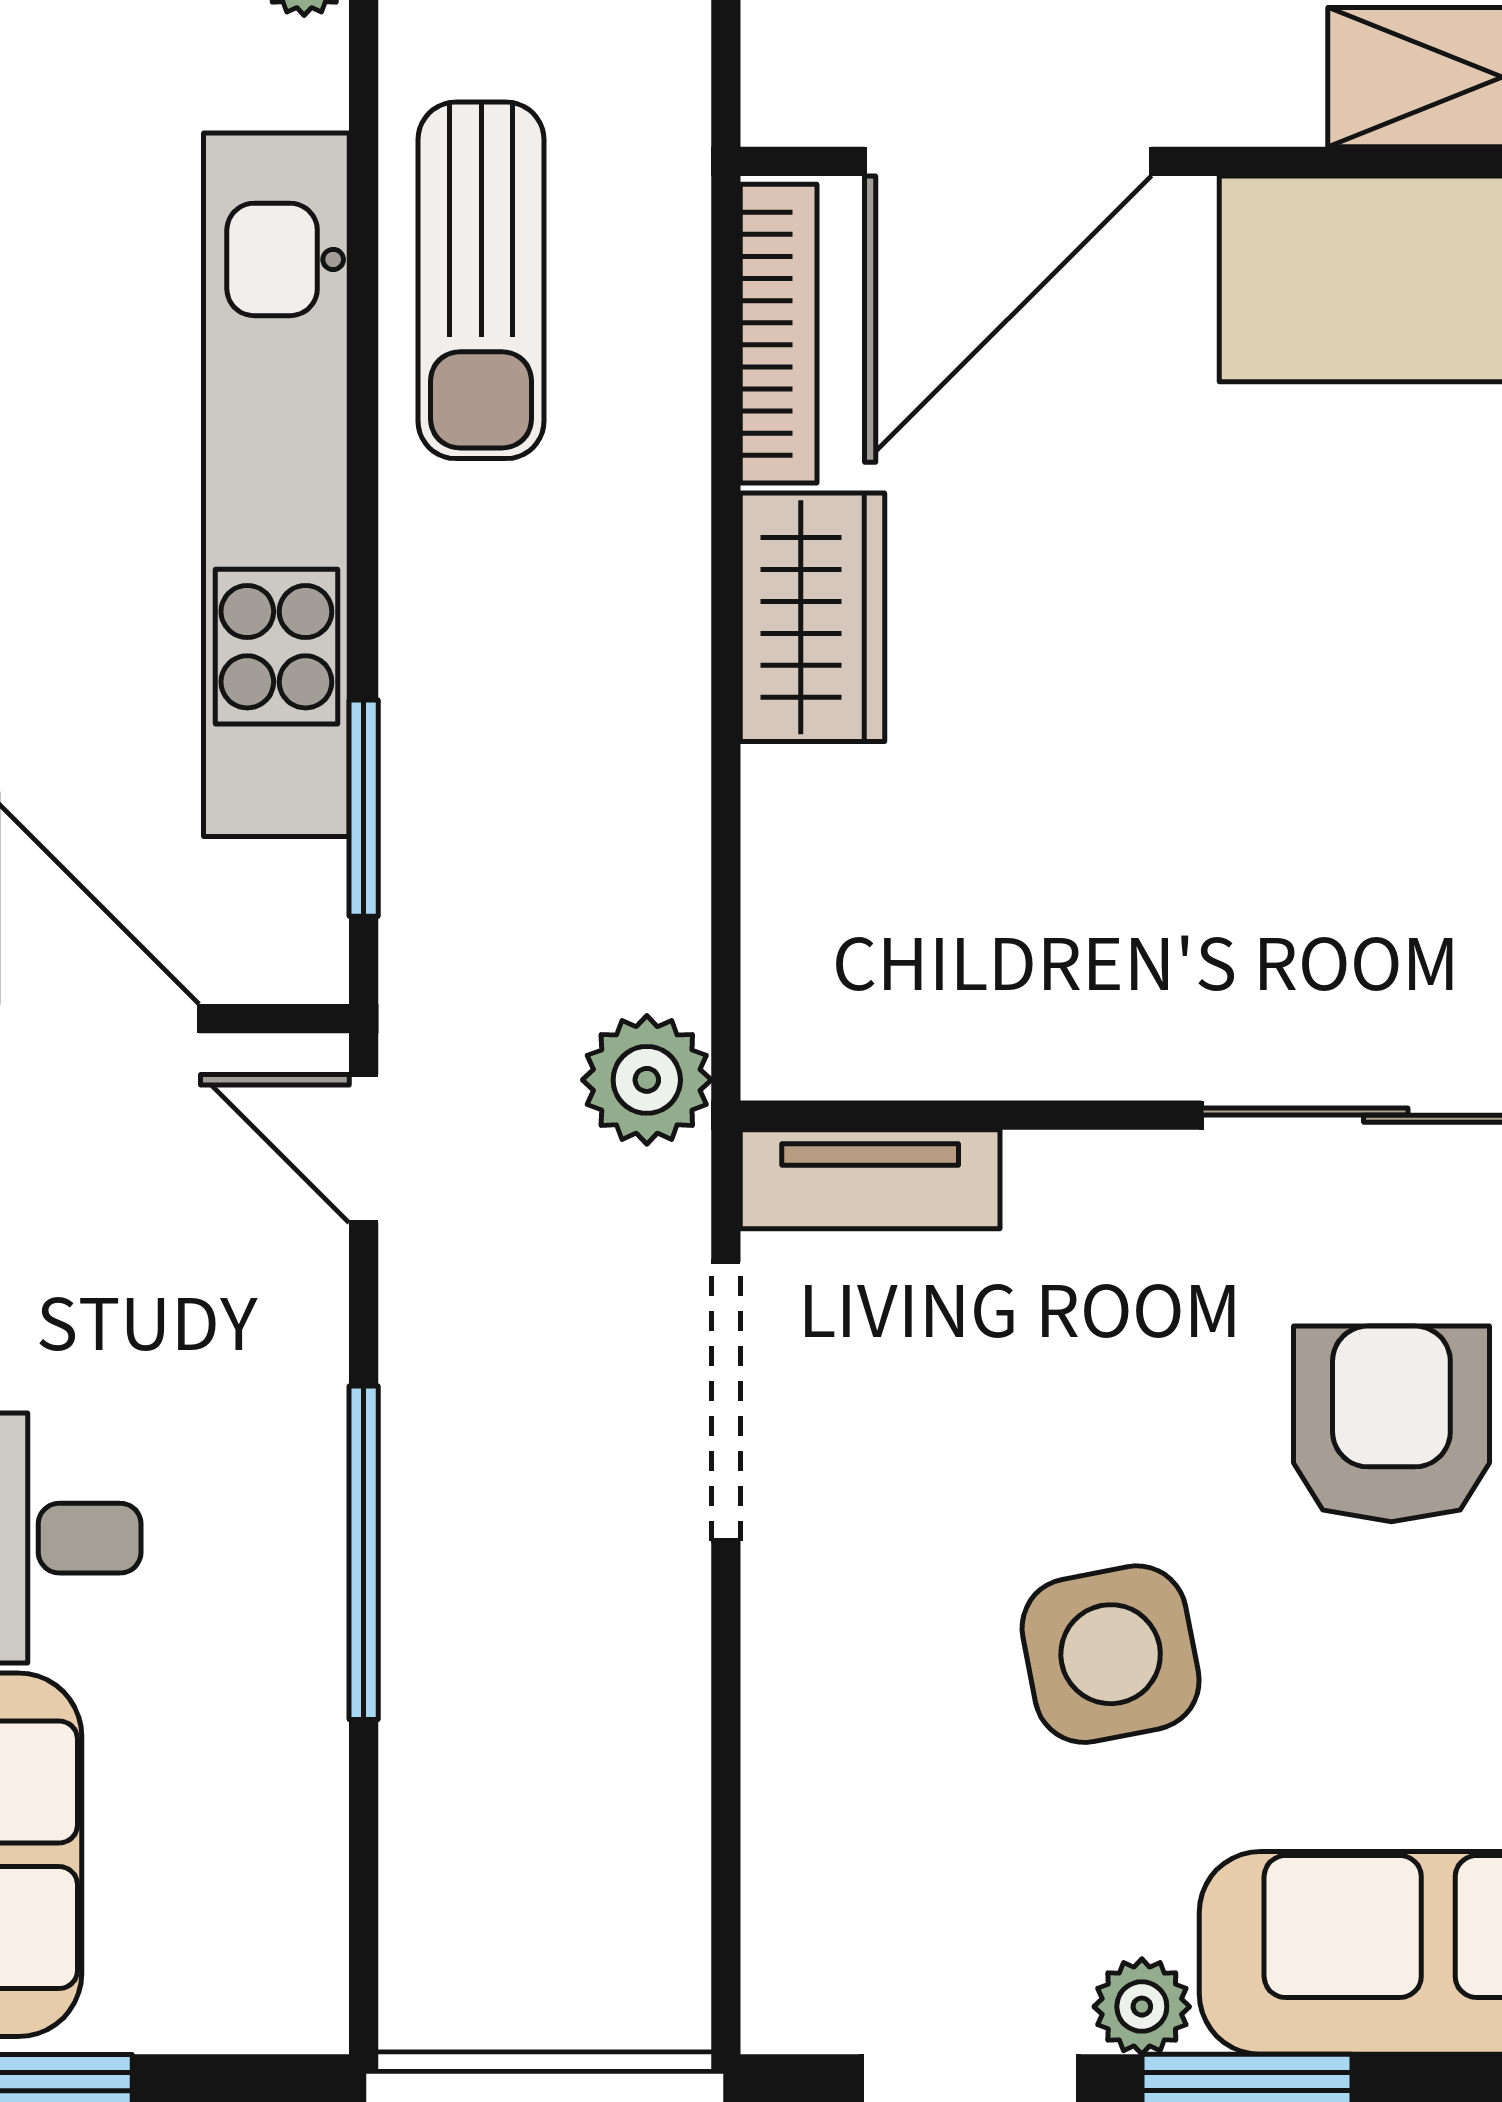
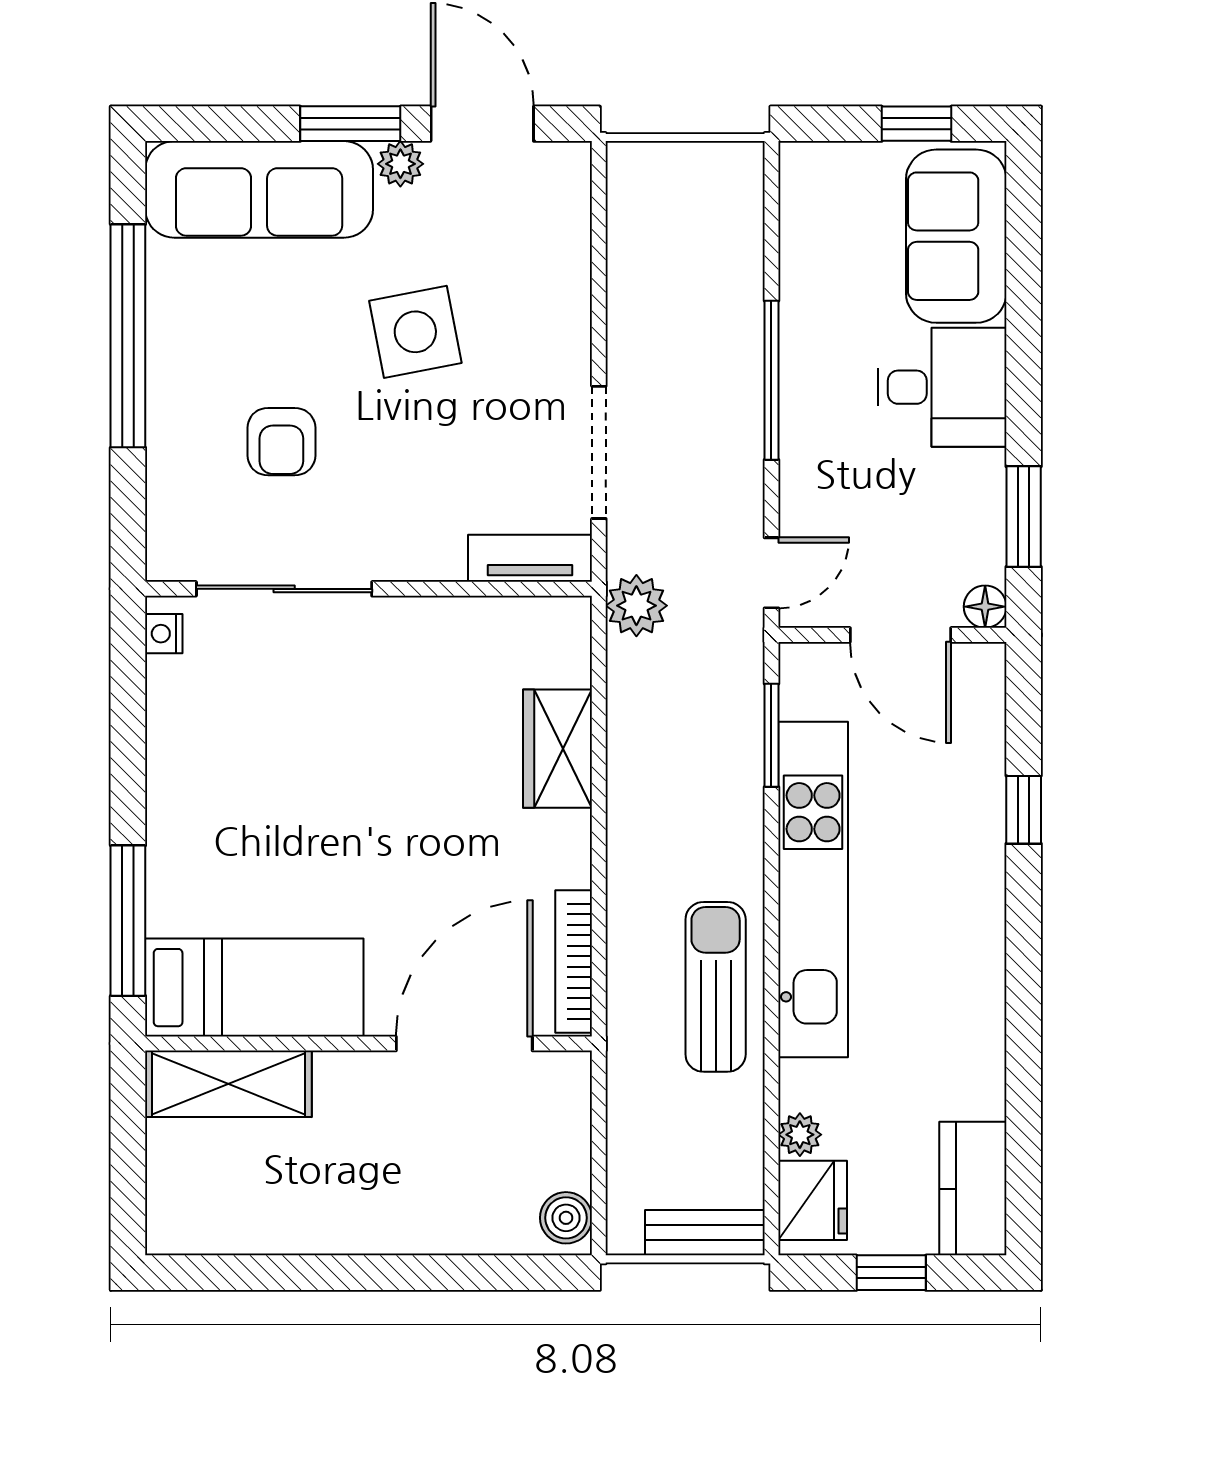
wardrobe: (812, 617) -> (557, 749), moved
door: (364, 1149) -> (771, 573), hinge flipped
armchair: (1391, 1424) -> (281, 442), width x0.72, depth x0.72

